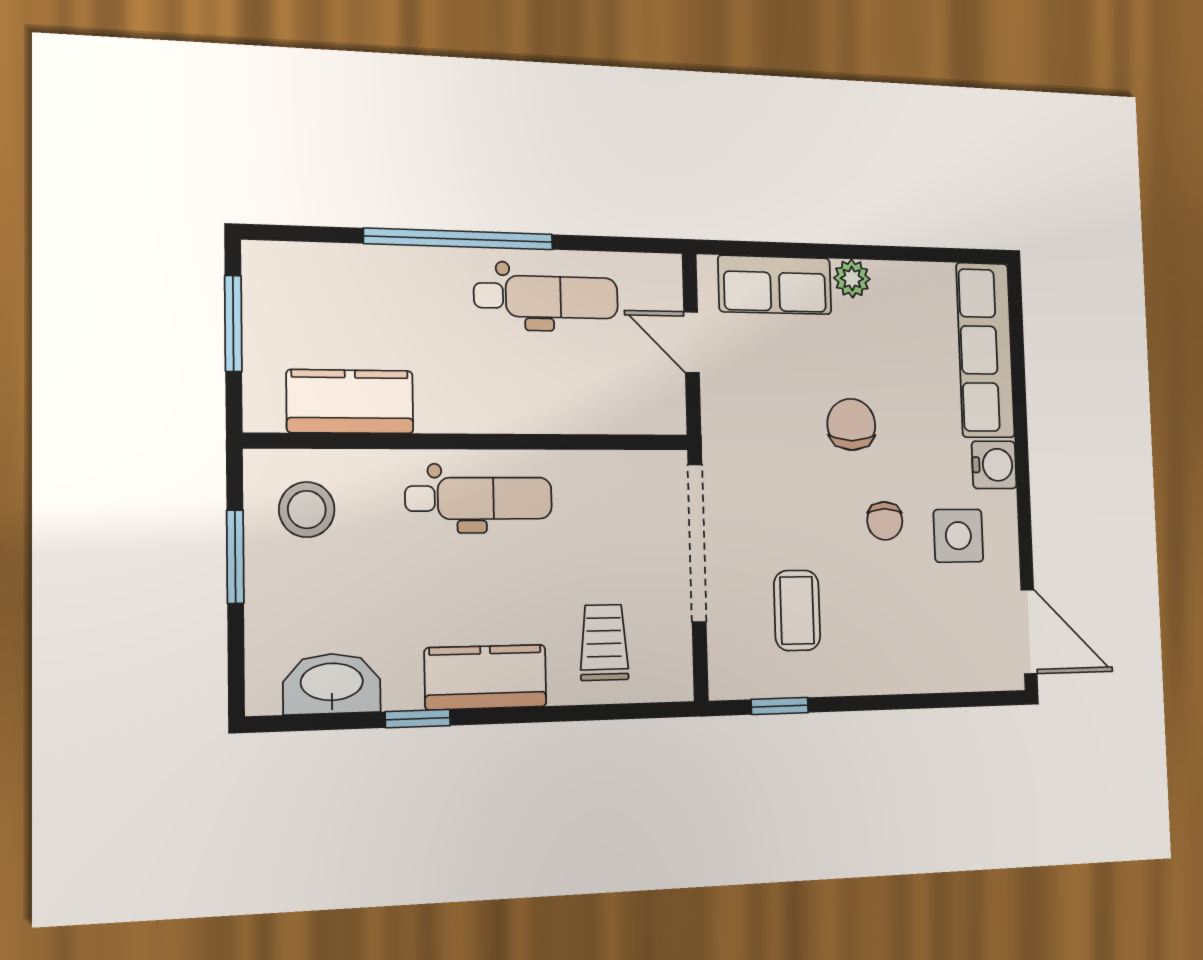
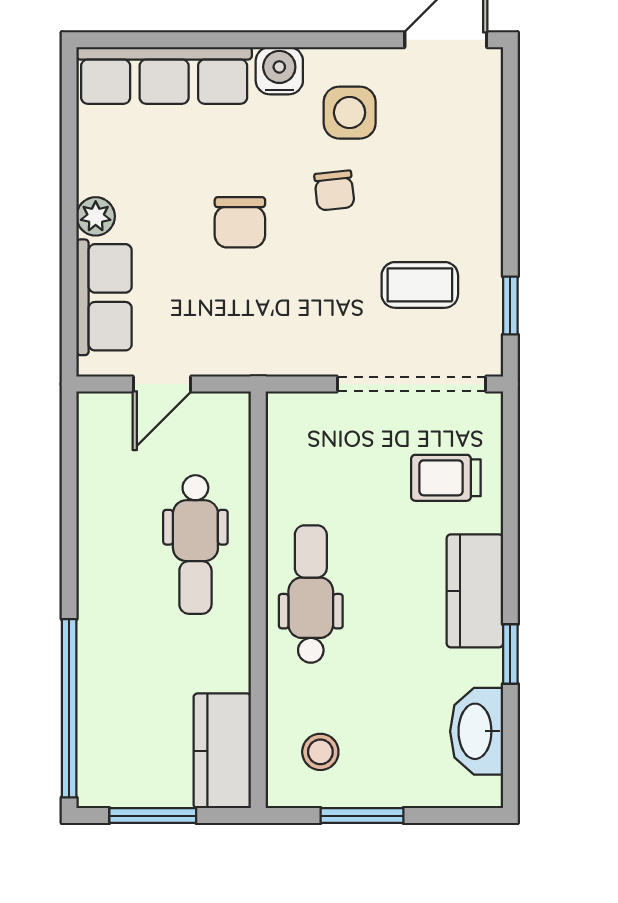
window: (459, 239) -> (69, 708), moved
dental chair: (546, 297) -> (195, 545), moved, turned 180
kitchen counter: (350, 402) -> (222, 751), moved
chair: (851, 424) -> (240, 222), turned -90
stool: (307, 510) -> (320, 752), width x0.73, depth x0.73
chair: (885, 521) -> (334, 191), turned 84
doorway: (697, 543) -> (411, 384), moved

